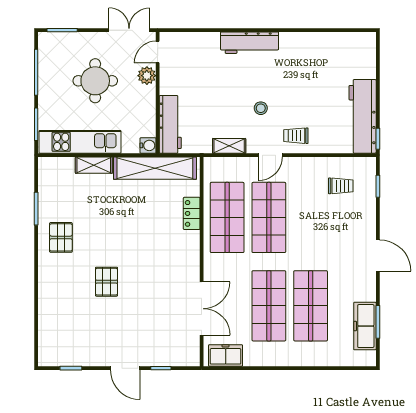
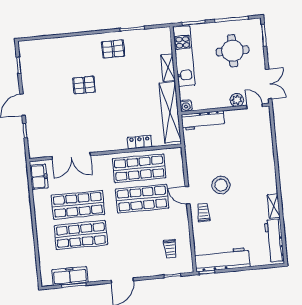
workbench: (250, 43) -> (274, 240), moved
round table: (95, 81) -> (233, 51), moved
stool: (261, 108) -> (221, 185), width x1.89, depth x1.89
shelving: (229, 146) -> (274, 206), moved

